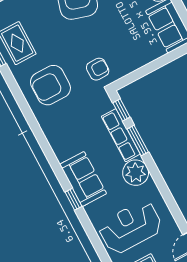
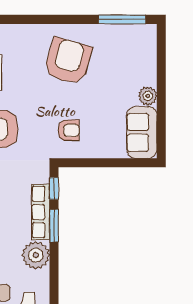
armchair: (98, 69) -> (68, 130), moved

